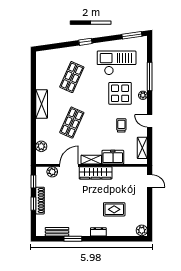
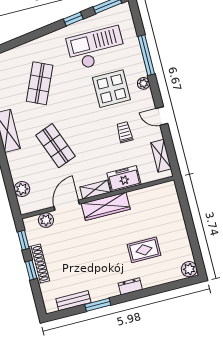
window: (85, 42) -> (73, 19), moved
shop shelf: (72, 123) -> (56, 146), turned -45
door: (150, 181) -> (183, 198), removed

